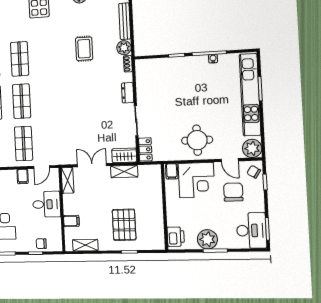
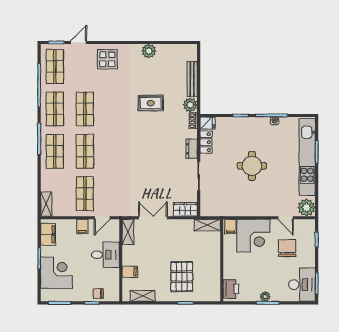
rug: (84, 49) -> (151, 103), turned 90
fridge: (143, 65) -> (207, 123), added
round table: (197, 140) -> (252, 166), moved
locker: (145, 149) -> (206, 142), moved
shelving: (124, 172) -> (207, 225), moved
chair: (254, 172) -> (307, 230), removed
plant: (207, 239) -> (265, 297), width x0.53, depth x0.53

